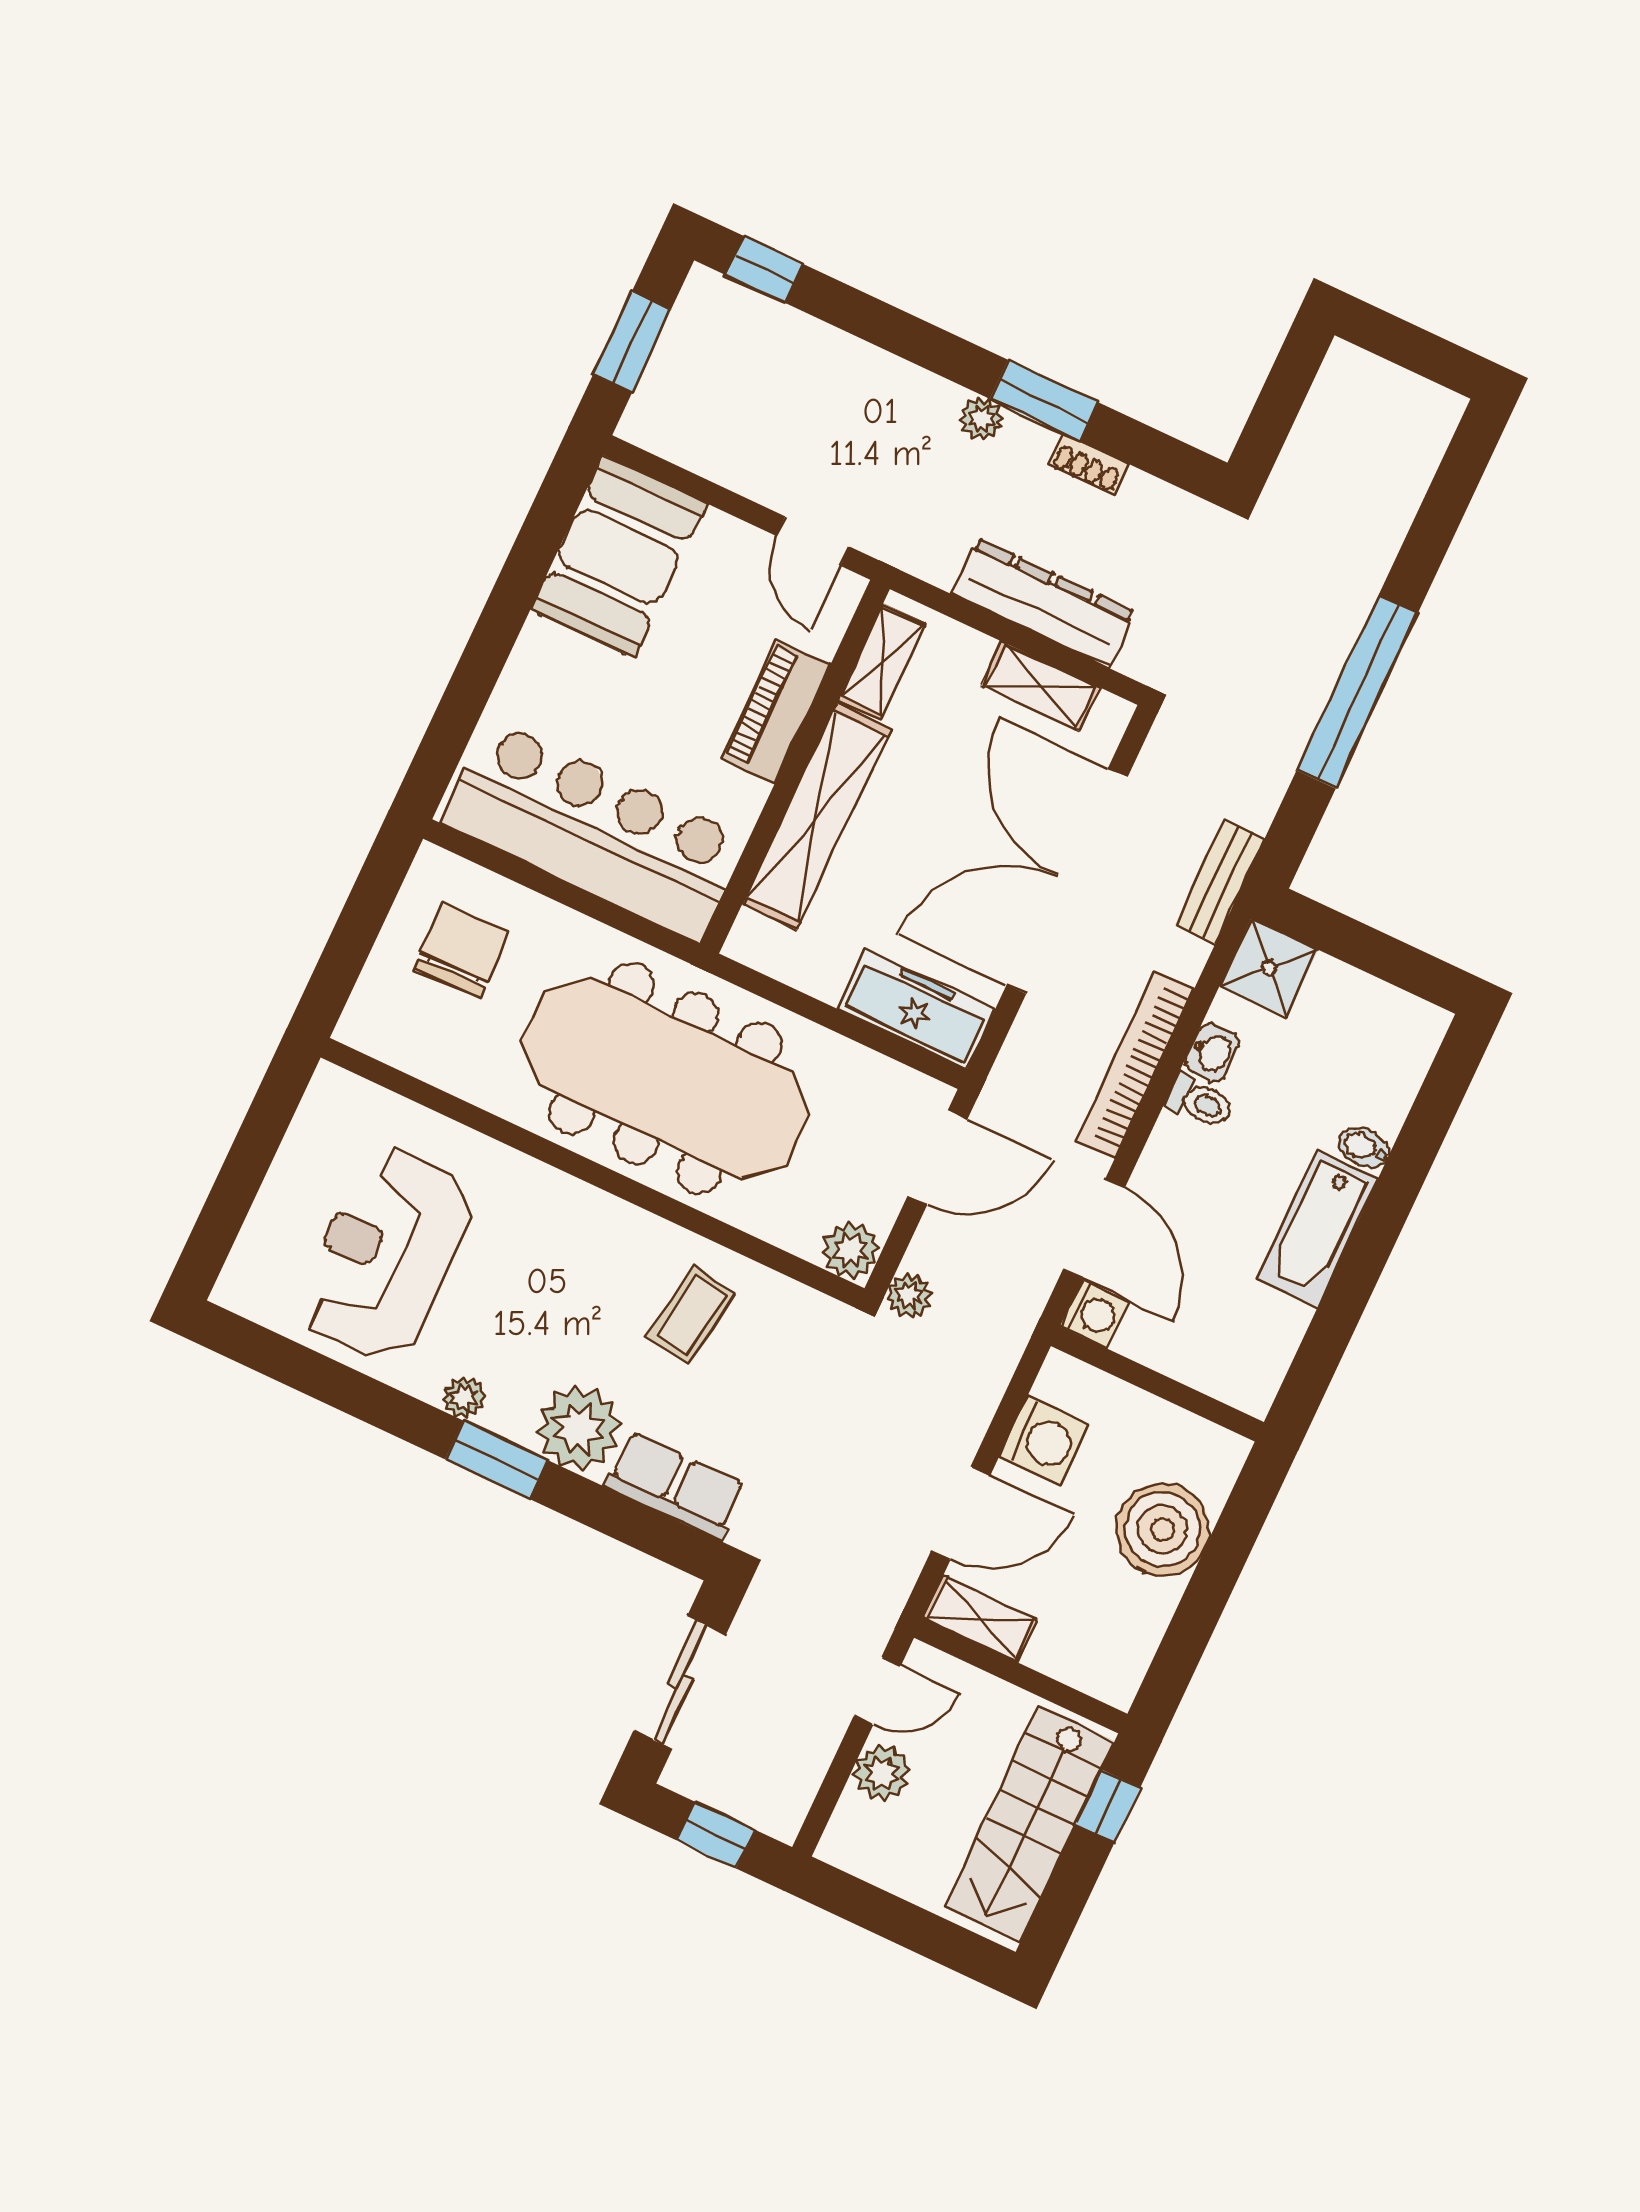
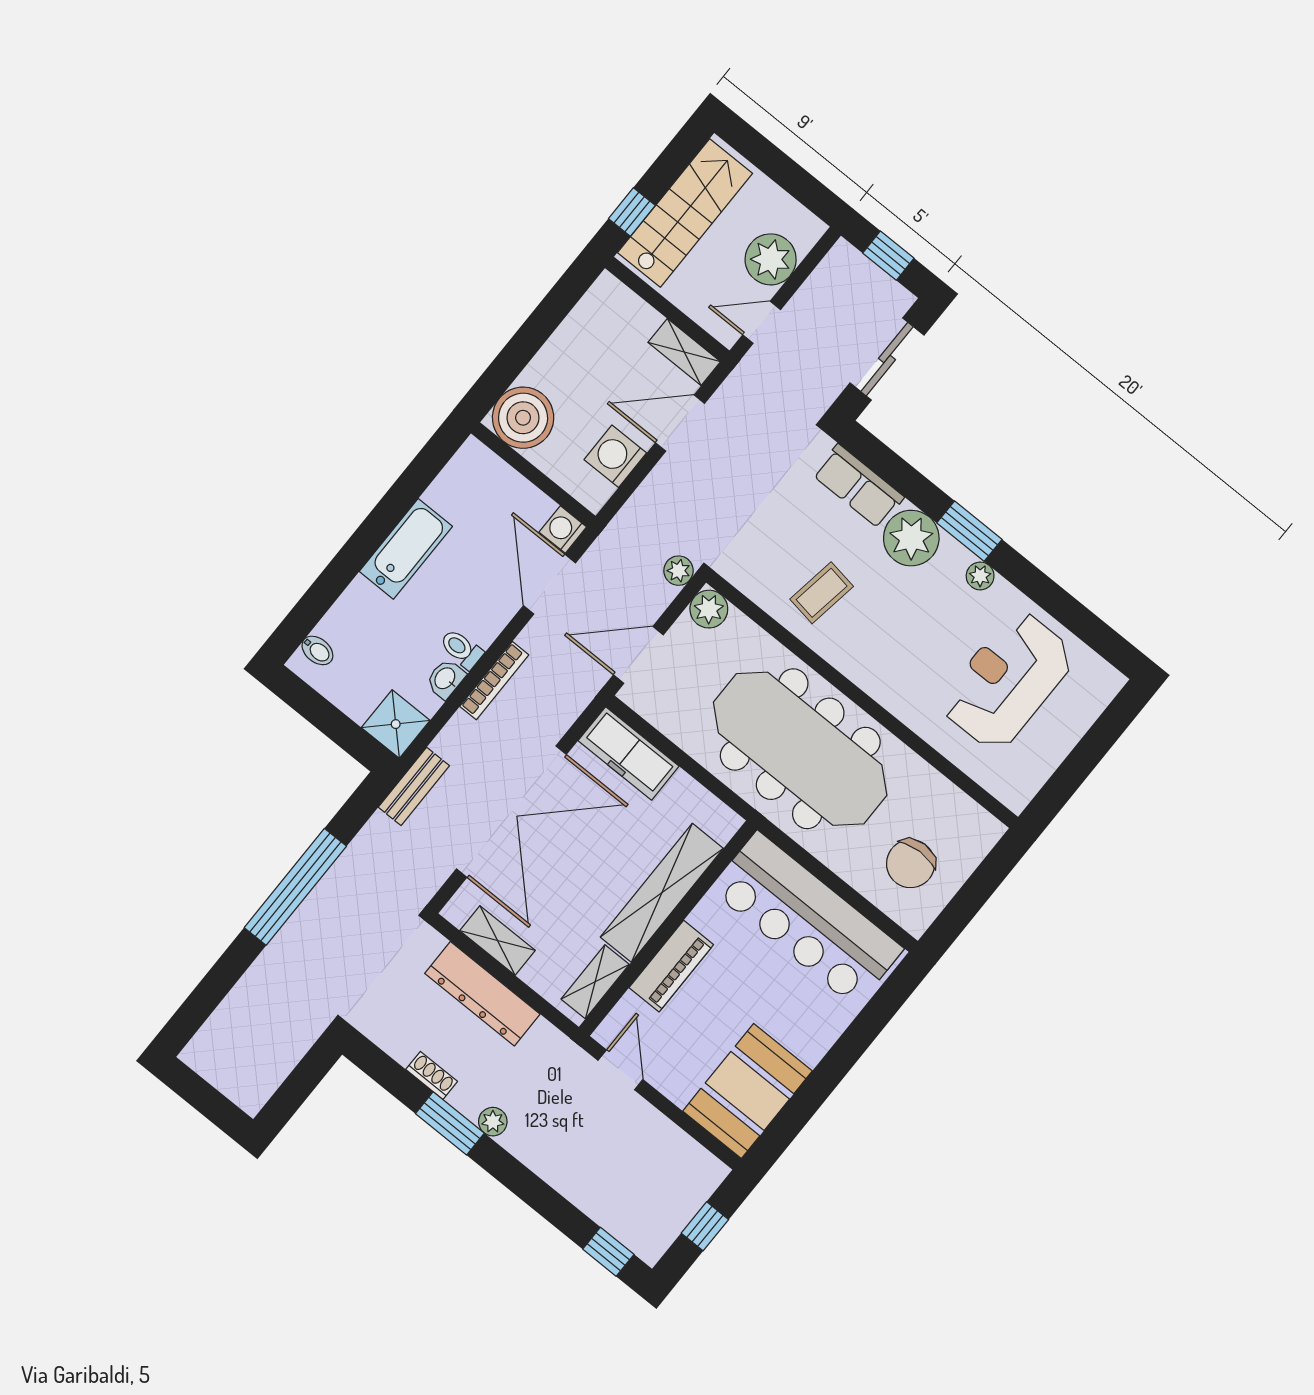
window: (632, 342) -> (705, 1226), width x0.67
bookcase: (1135, 1065) -> (494, 681), width x0.68, depth x0.76
bidet: (1364, 1147) -> (317, 650), moved
reception desk: (386, 1254) -> (1007, 681), turned 180
boiler: (1163, 1529) -> (523, 418), moved
plant: (882, 1773) -> (771, 259), width x1.36, depth x1.36

